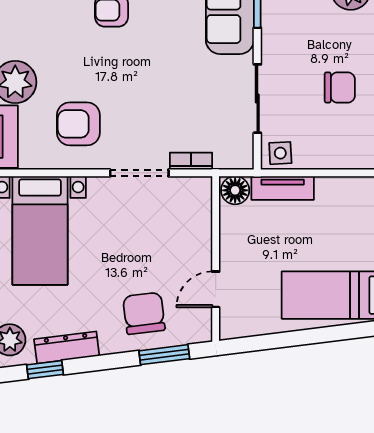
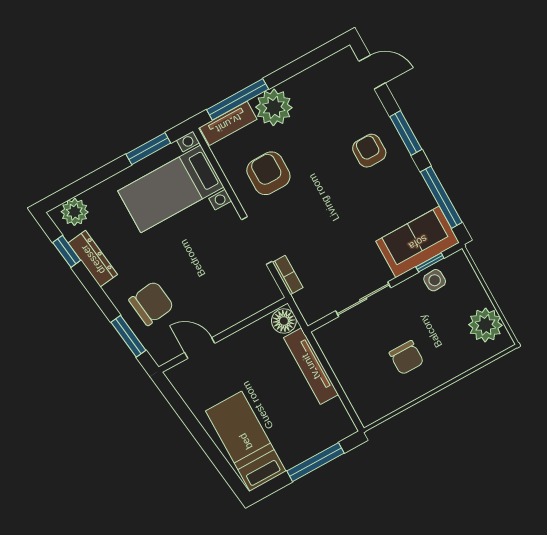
side table: (280, 153) -> (435, 280), moved
tv unit: (283, 188) -> (311, 366), width x1.41

